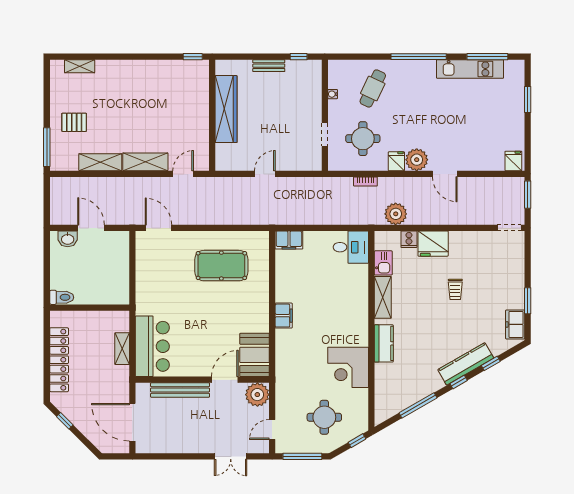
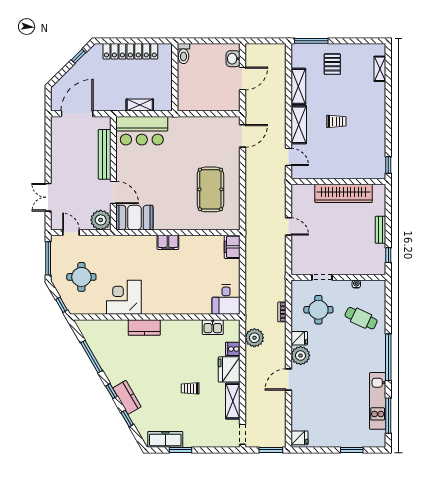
trolley: (141, 118) -> (336, 121), added
shelving: (383, 297) -> (233, 401), moved, turned 90
freezer: (515, 324) -> (165, 439), width x1.40
kitchen counter: (466, 364) -> (127, 397), width x0.67

